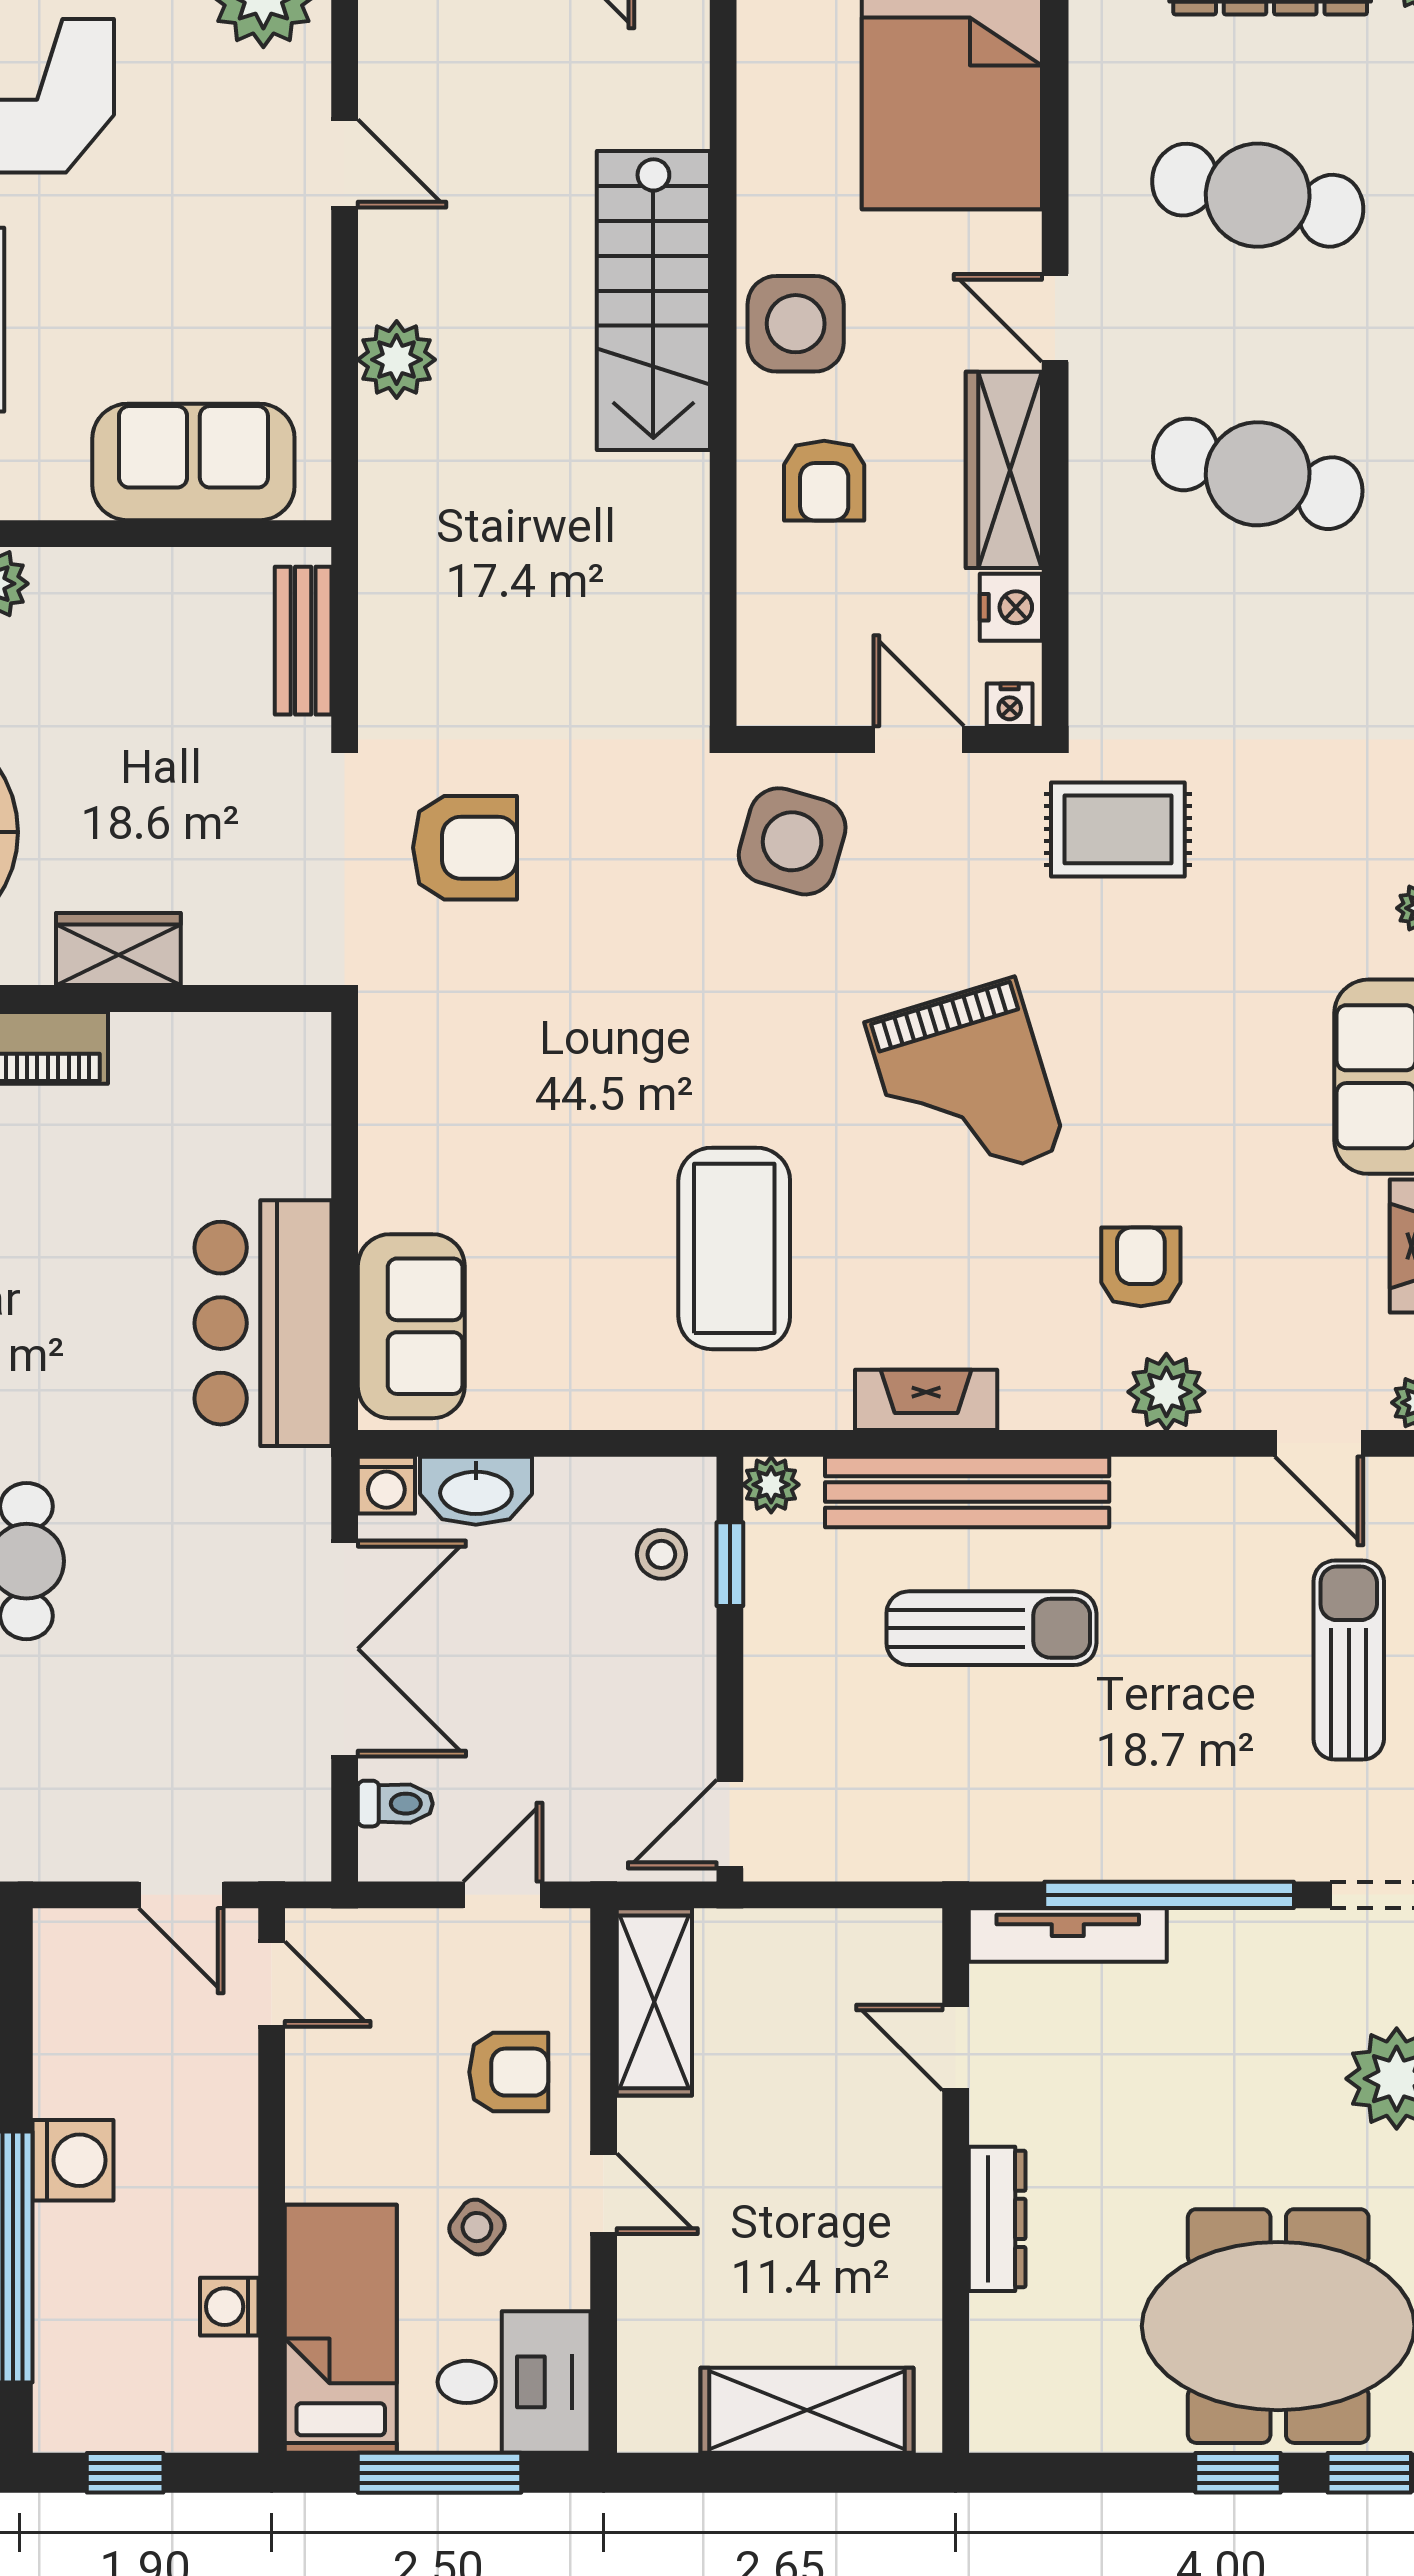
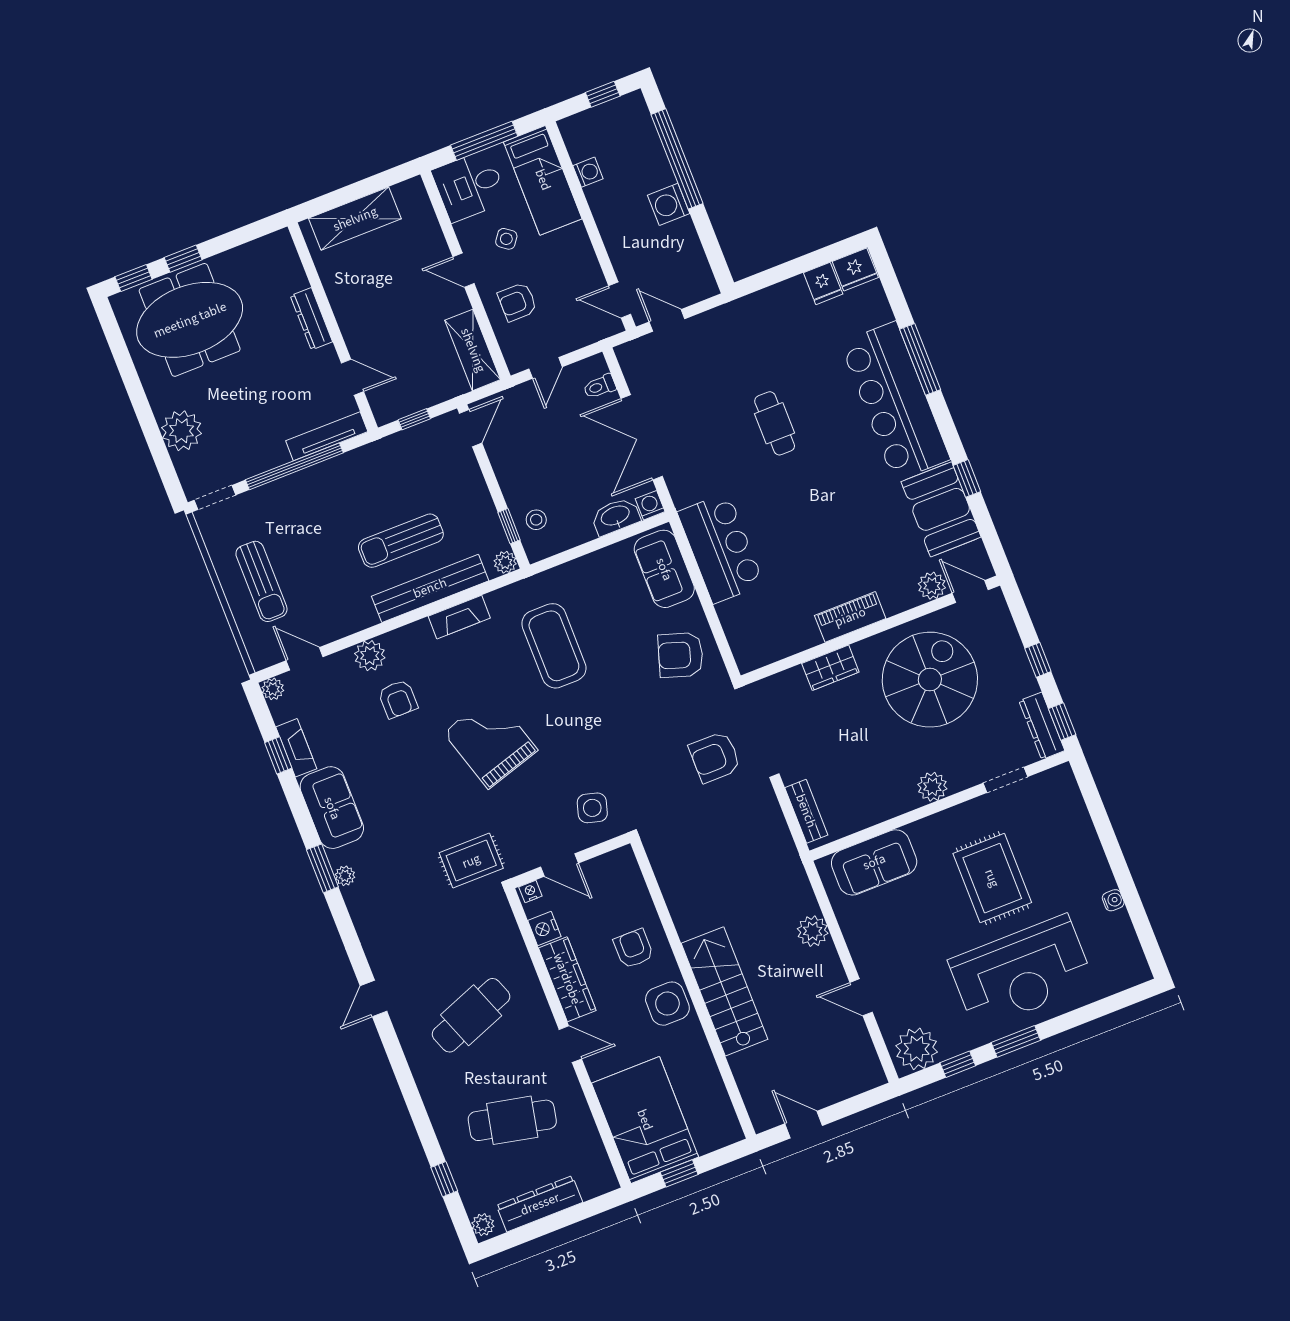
cafe table: (1258, 474) -> (471, 1015), turned -36
side table: (792, 841) -> (592, 808), width x0.73, depth x0.73
armchair: (451, 1113) -> (681, 655), added
window: (851, 1895) -> (414, 419), added

